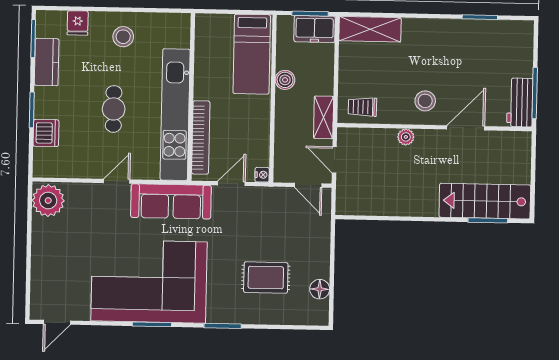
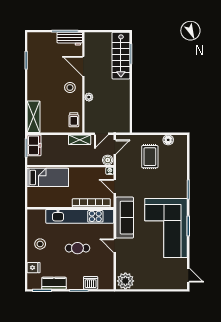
boiler: (285, 80) -> (108, 160), moved
rug: (266, 278) -> (150, 157), moved

